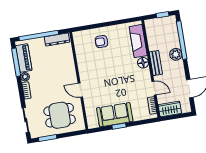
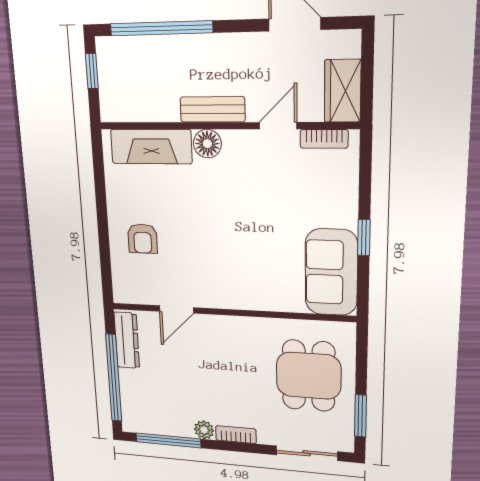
plant: (176, 54) -> (196, 51), removed
piano: (24, 58) -> (161, 422), removed
door: (80, 90) -> (176, 309), moved
sofa: (115, 115) -> (331, 272), moved

